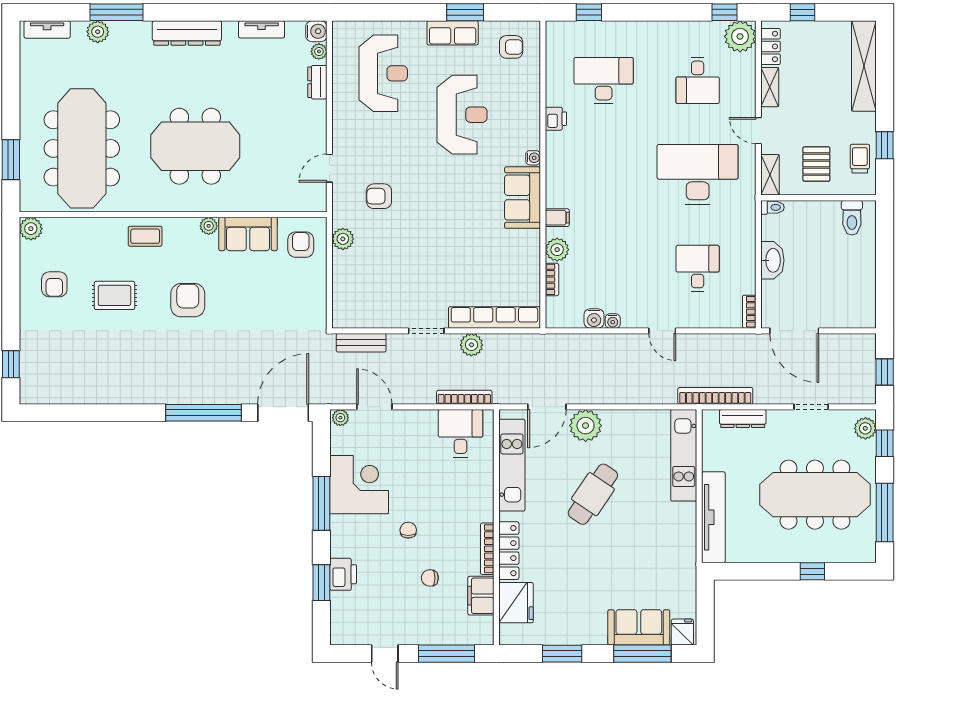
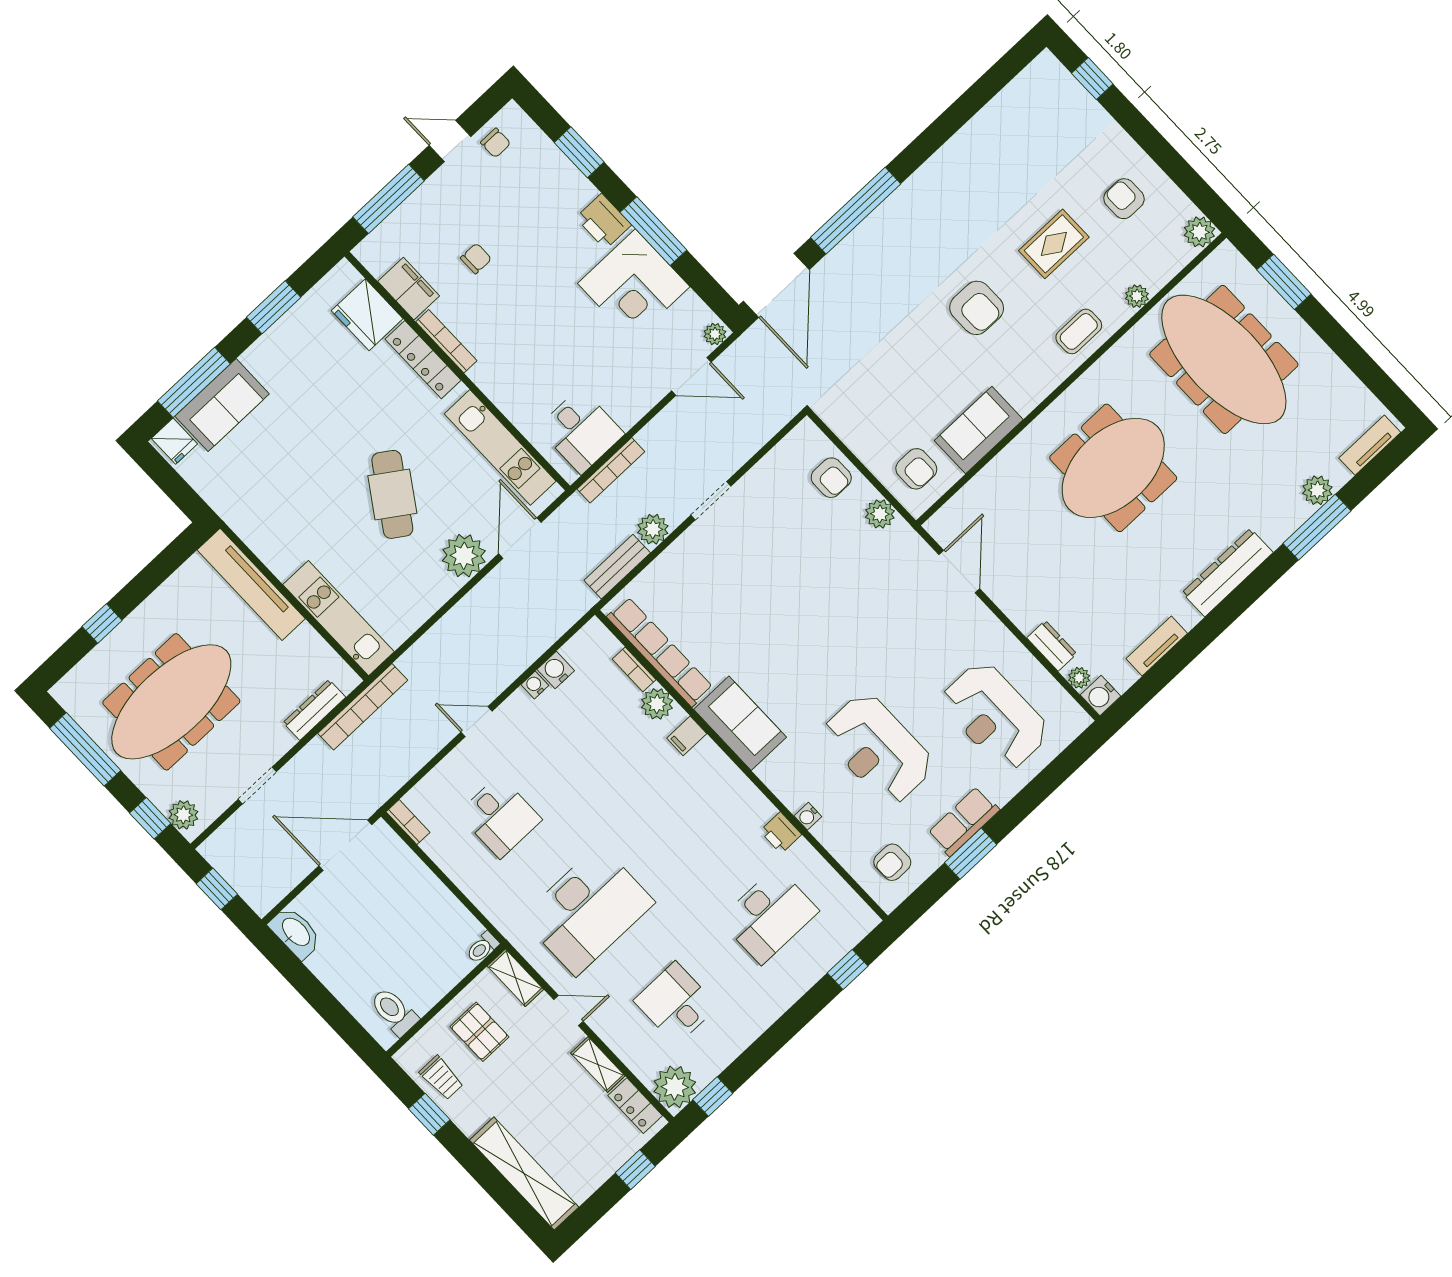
water cooler: (533, 158) -> (808, 816), moved
door: (329, 168) -> (959, 572), width x1.38
armchair: (379, 196) -> (831, 478), moved, turned 90
plant: (209, 226) -> (1137, 296), moved
washbasin: (772, 260) -> (295, 932), moved, turned 180
row of seats: (494, 317) -> (660, 652), moved, turned -90
bench: (361, 343) -> (617, 567), moved
chair: (408, 530) -> (496, 143), moved
printer: (343, 574) -> (603, 221), moved

